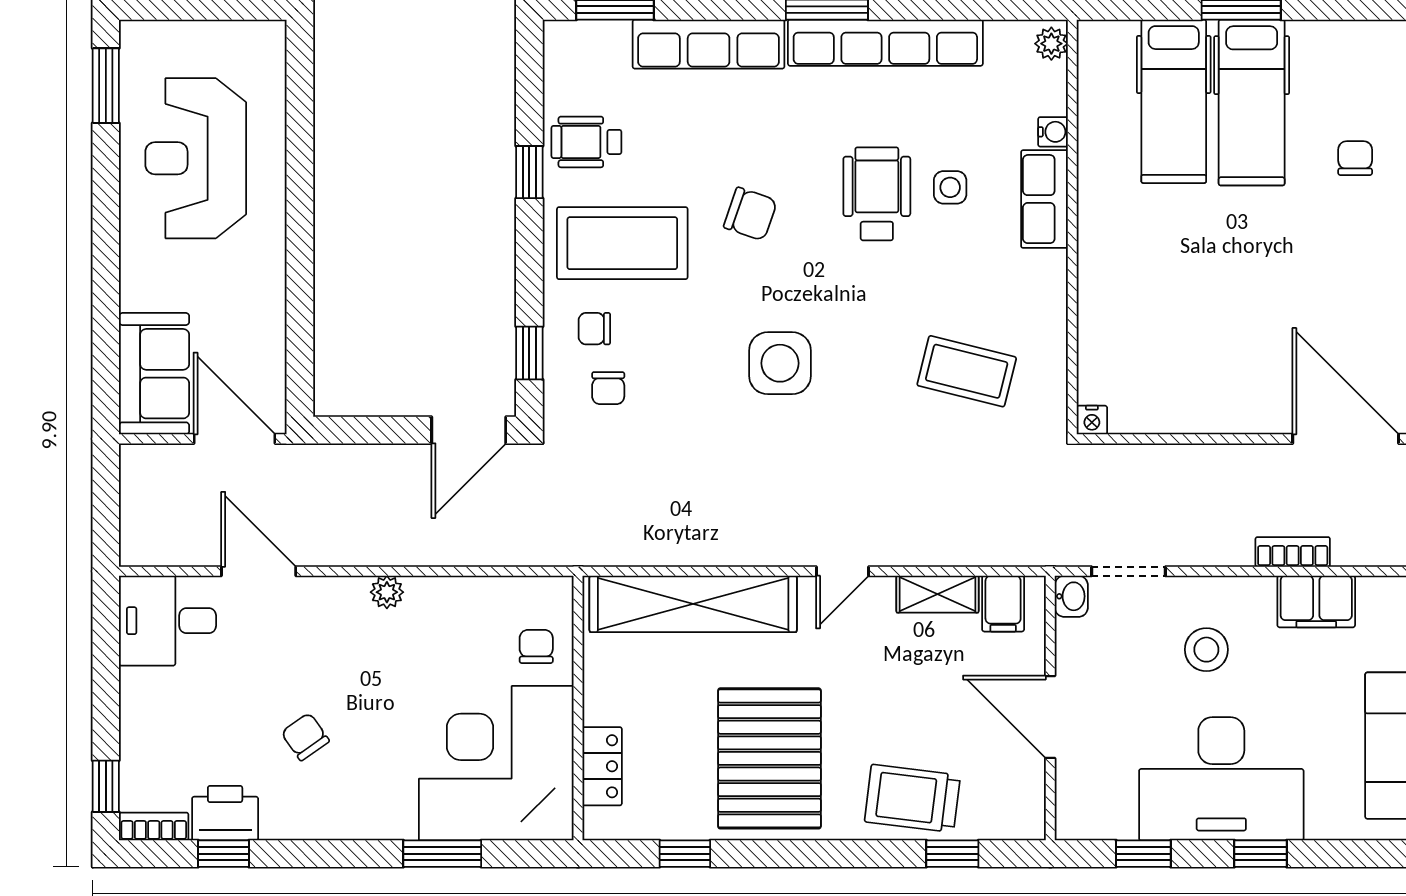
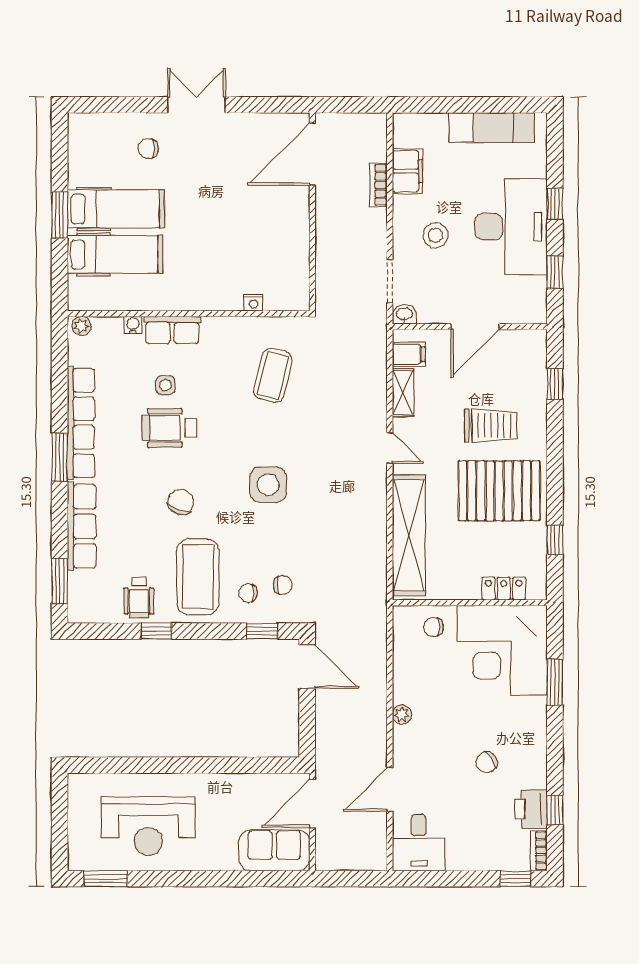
chair: (594, 329) -> (248, 593), turned 90
nightstand: (1092, 420) -> (253, 303), moved, turned 90
trolley: (913, 798) -> (491, 426), moved, turned -97

